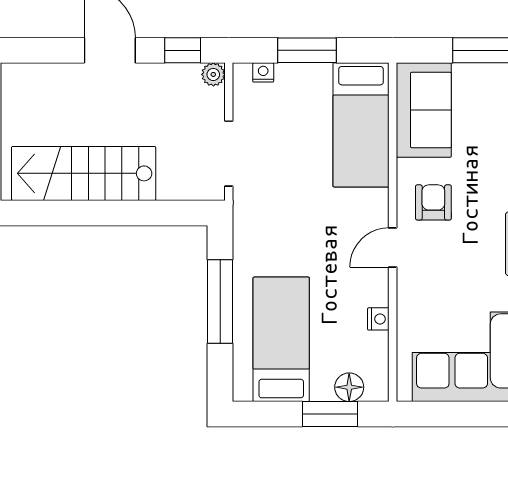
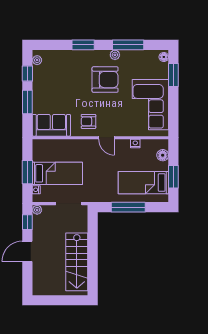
bed: (361, 125) -> (57, 173), moved
window: (330, 414) -> (173, 177), moved

